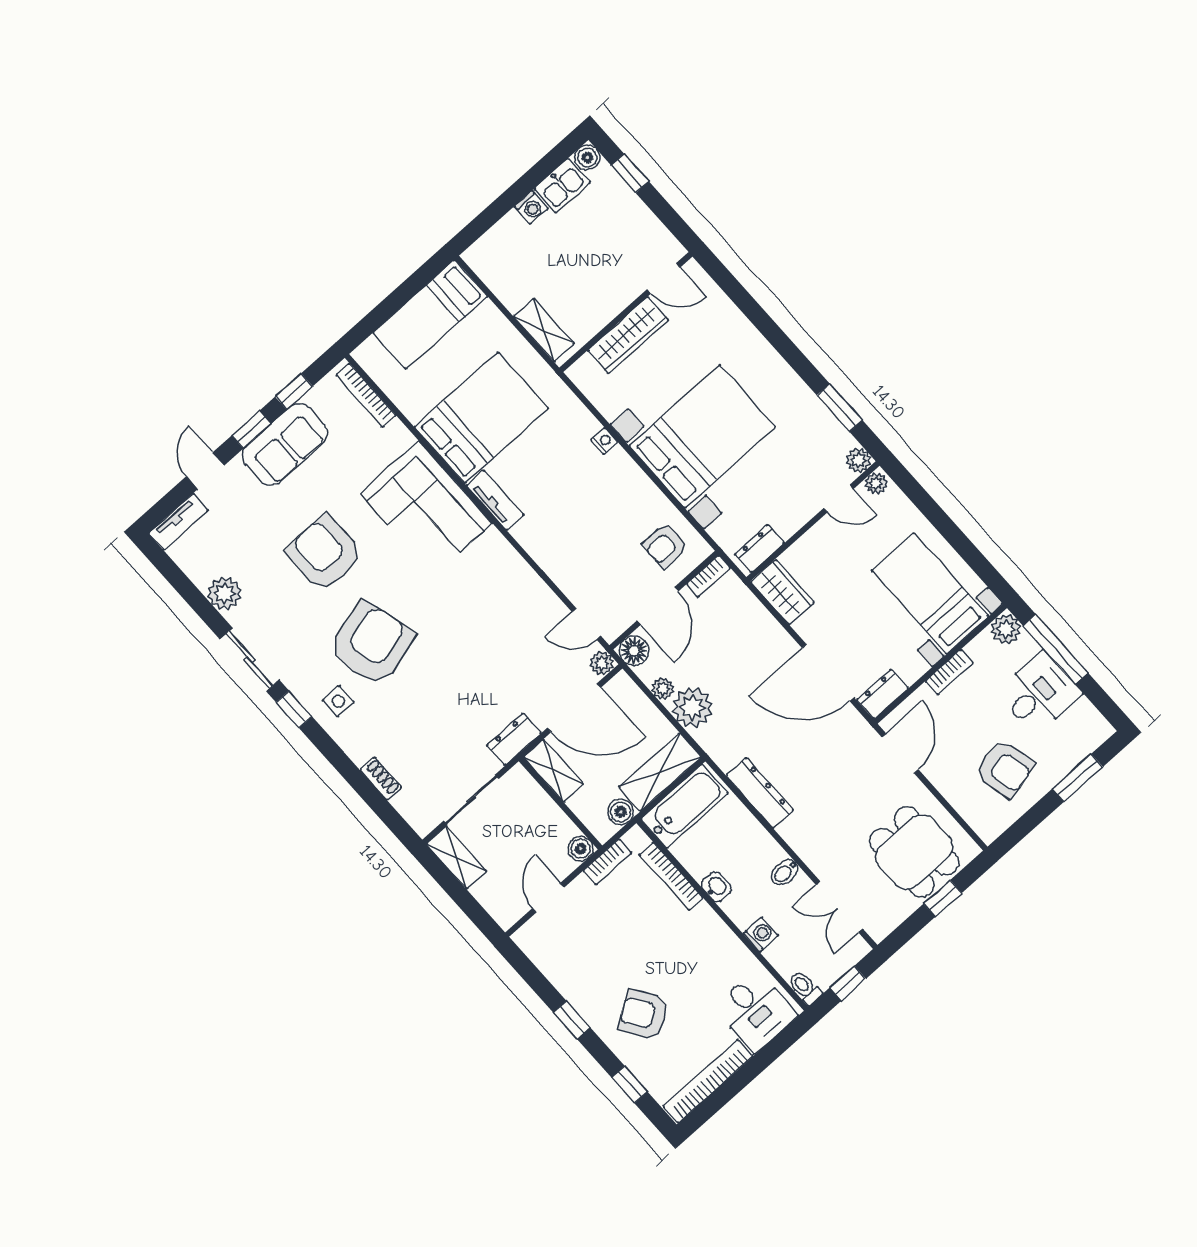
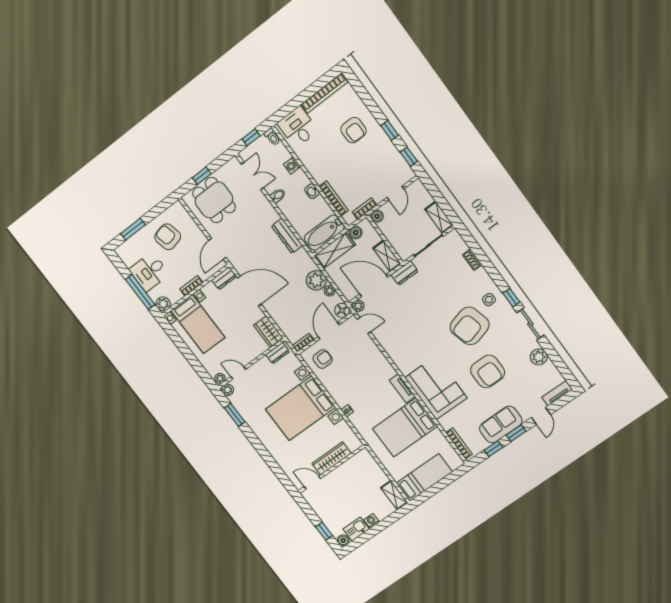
shelving: (544, 330) -> (394, 495), moved
armchair: (644, 1014) -> (353, 130), turned 34
window: (629, 1085) -> (409, 157), moved

